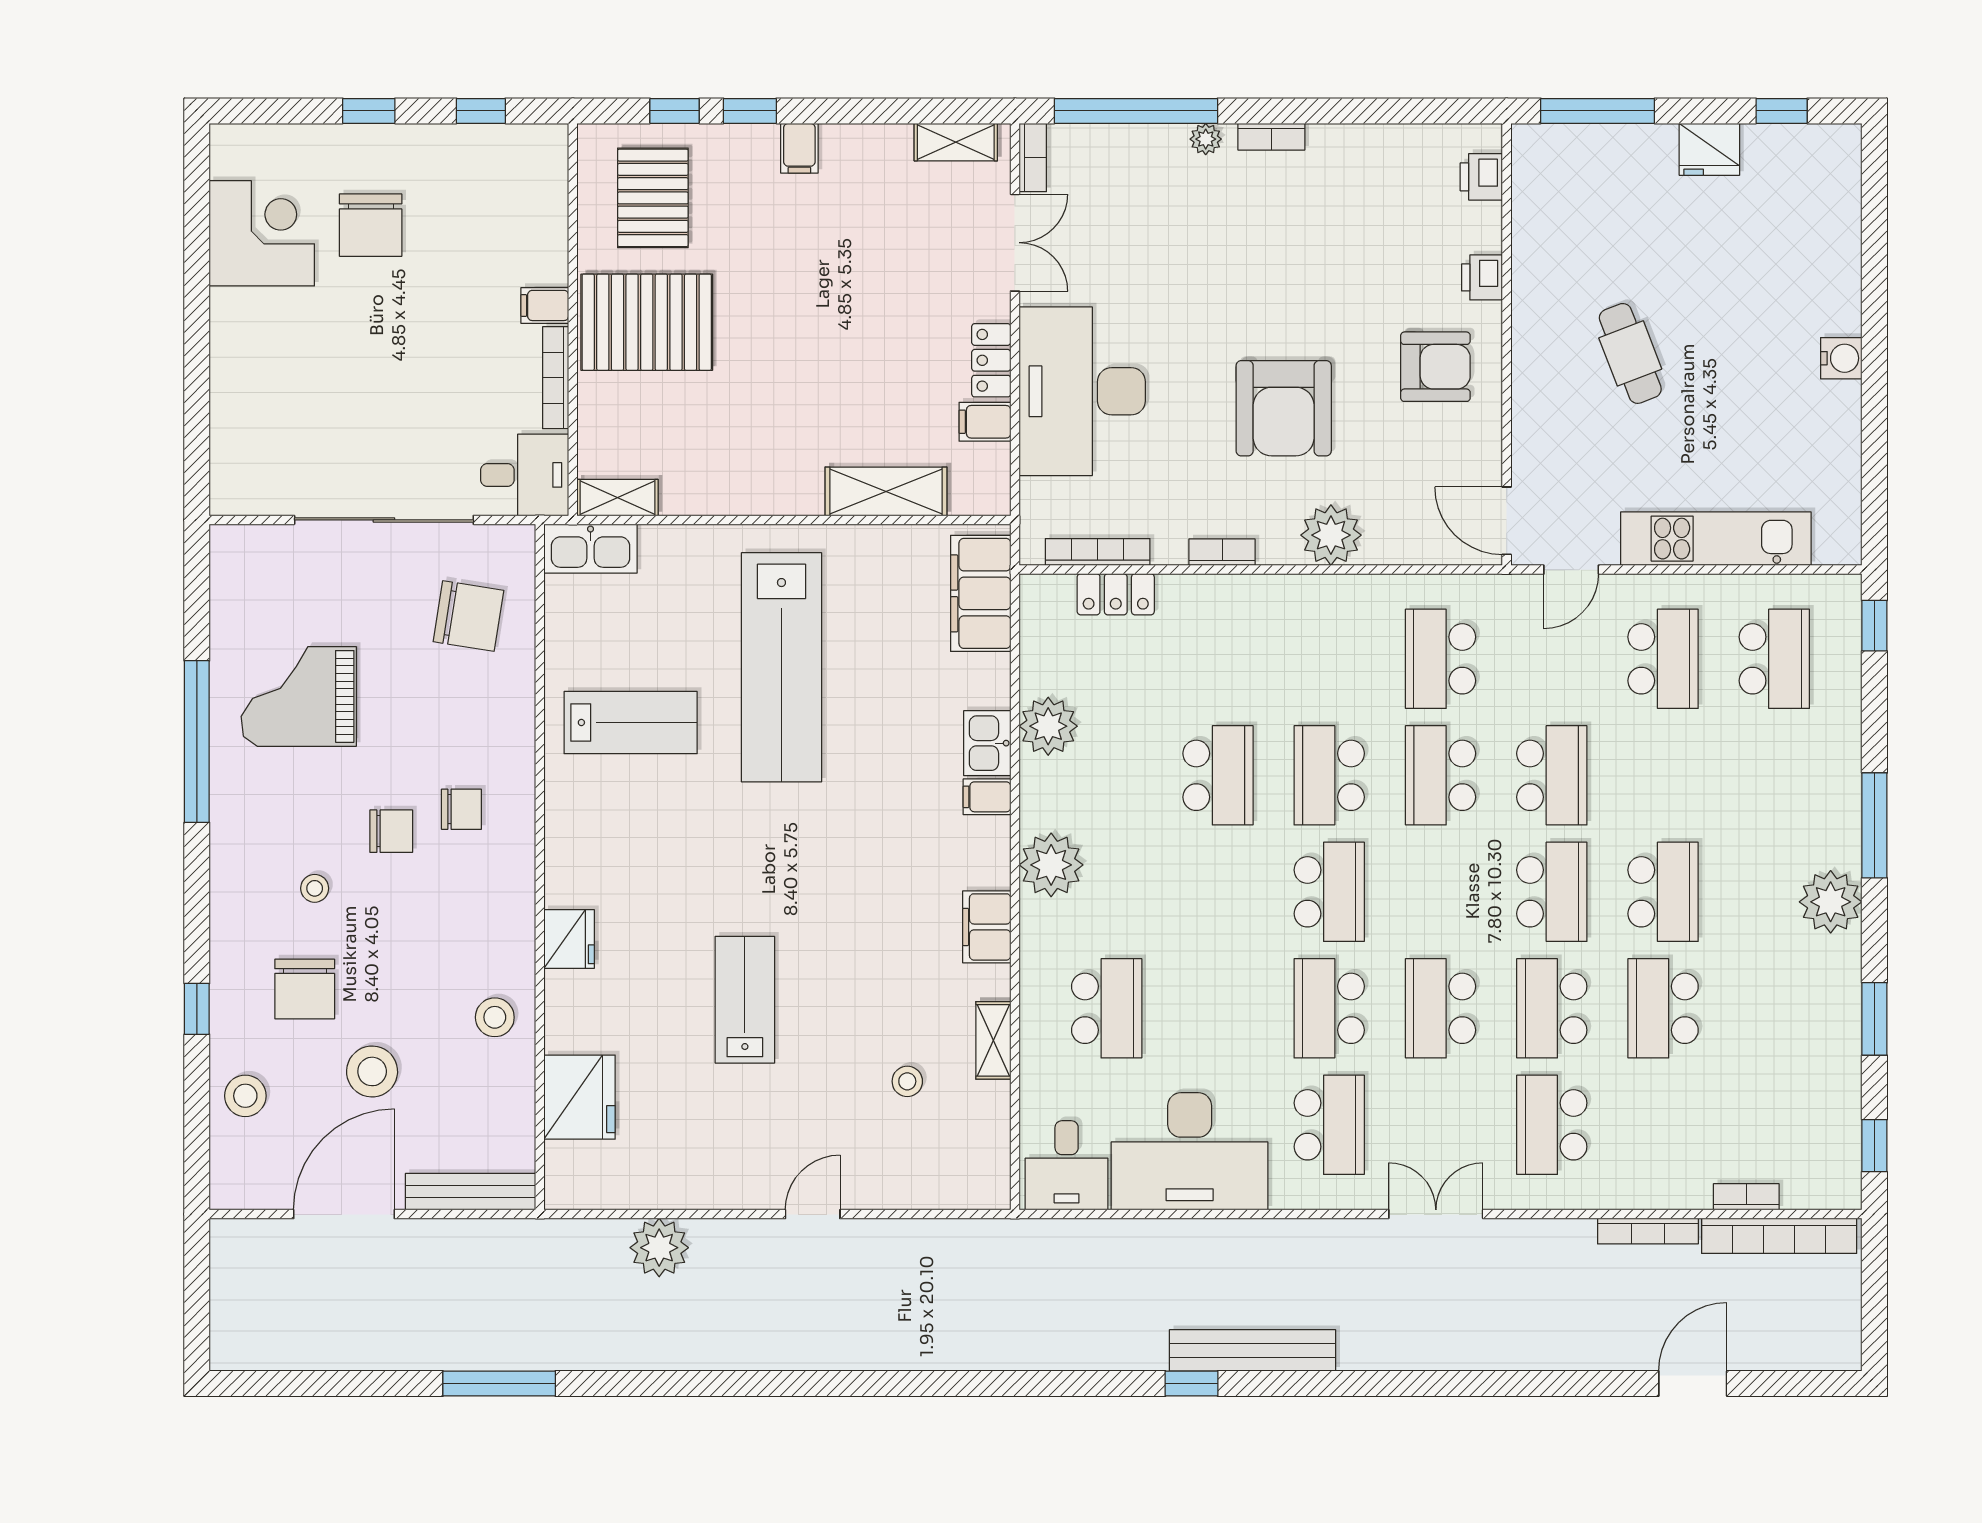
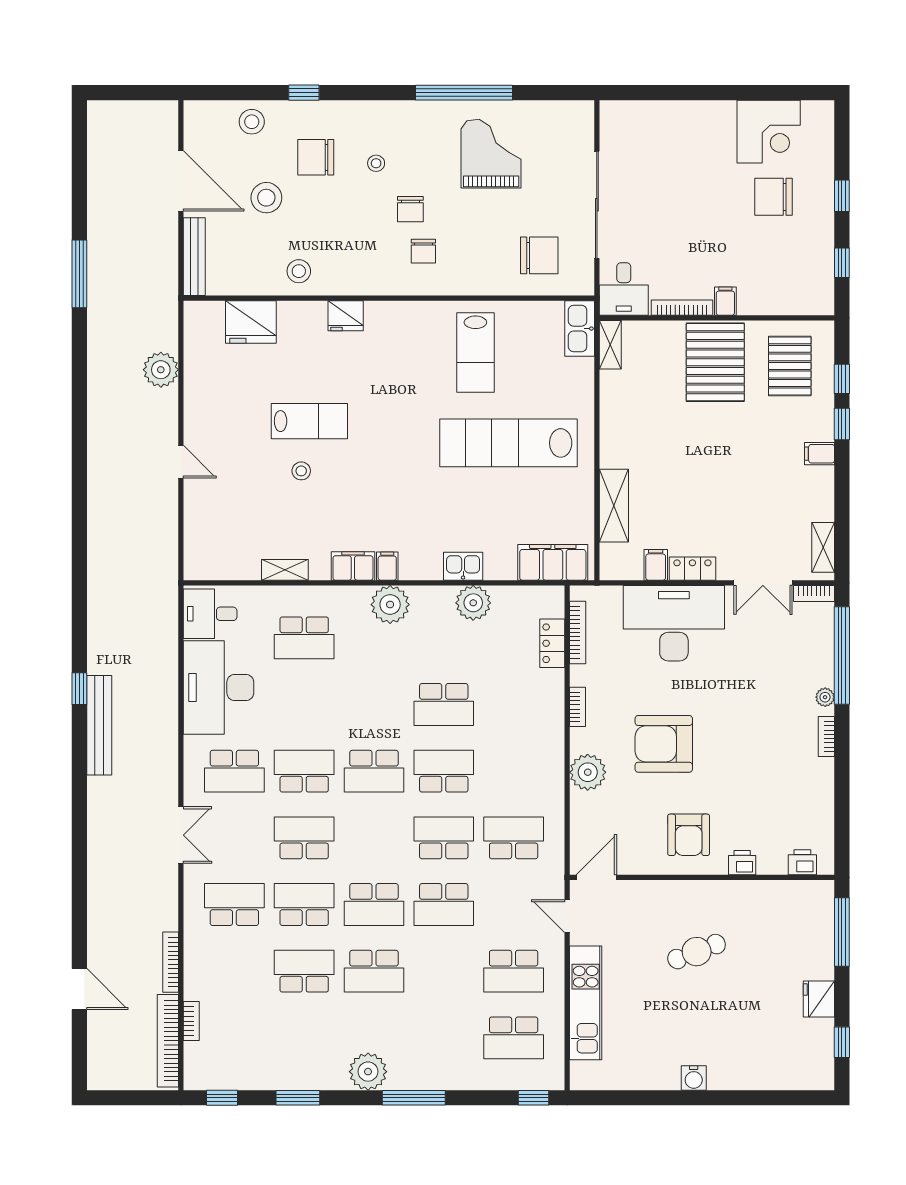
pallet: (653, 198) -> (790, 366), turned 90
chair: (468, 616) -> (539, 255), turned -99
filing cabinet: (987, 797) -> (387, 566), moved
stool: (907, 1081) -> (301, 471), moved

